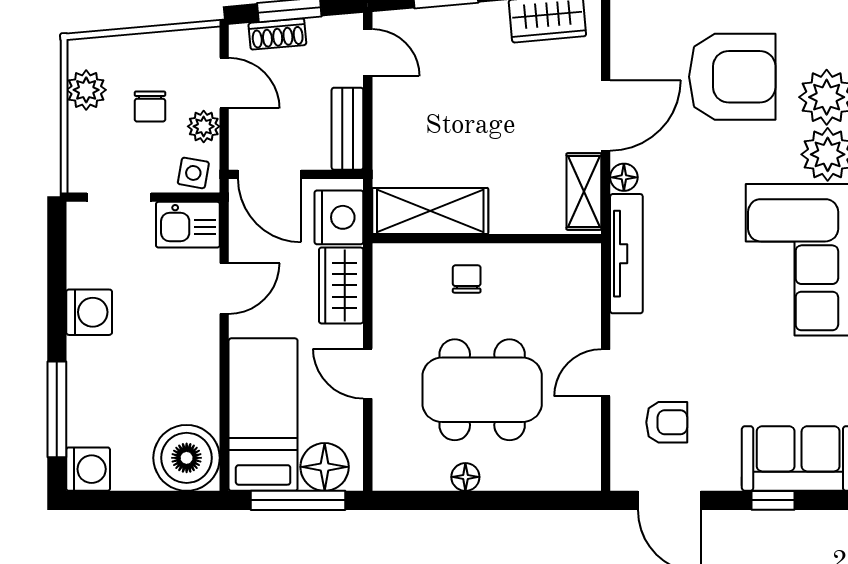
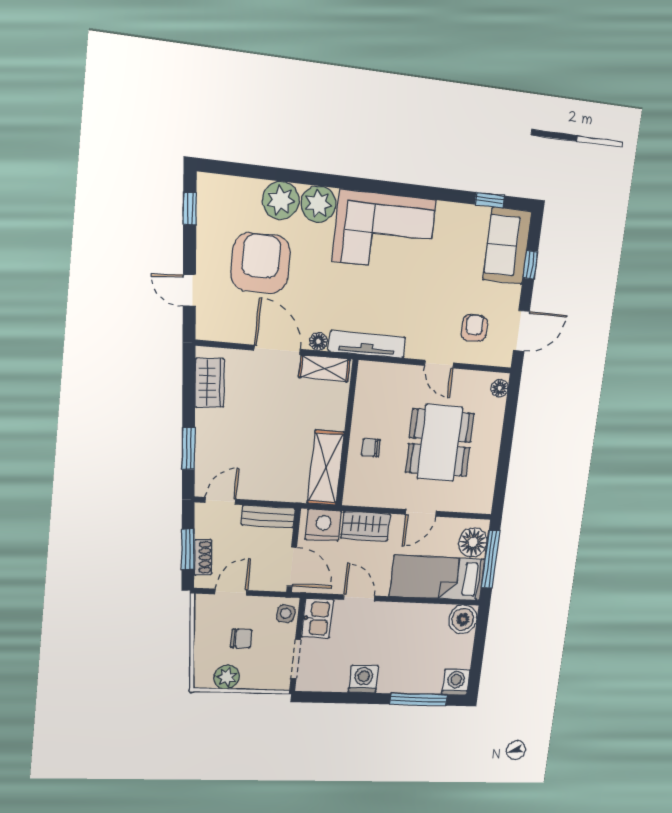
plant: (204, 126) -> (257, 606), removed
door: (270, 174) -> (292, 567), hinge flipped
boiler: (187, 458) -> (463, 619), width x0.73, depth x0.73
floor lamp: (465, 477) -> (500, 388), moved

